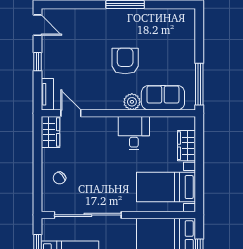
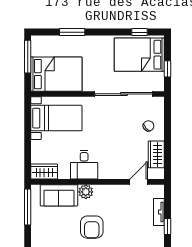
tv unit: (47, 94) -> (159, 212), moved
door: (71, 113) -> (139, 182), swing flipped
wardrobe: (50, 132) -> (156, 154), moved
wardrobe: (186, 146) -> (44, 172), moved, turned -90

